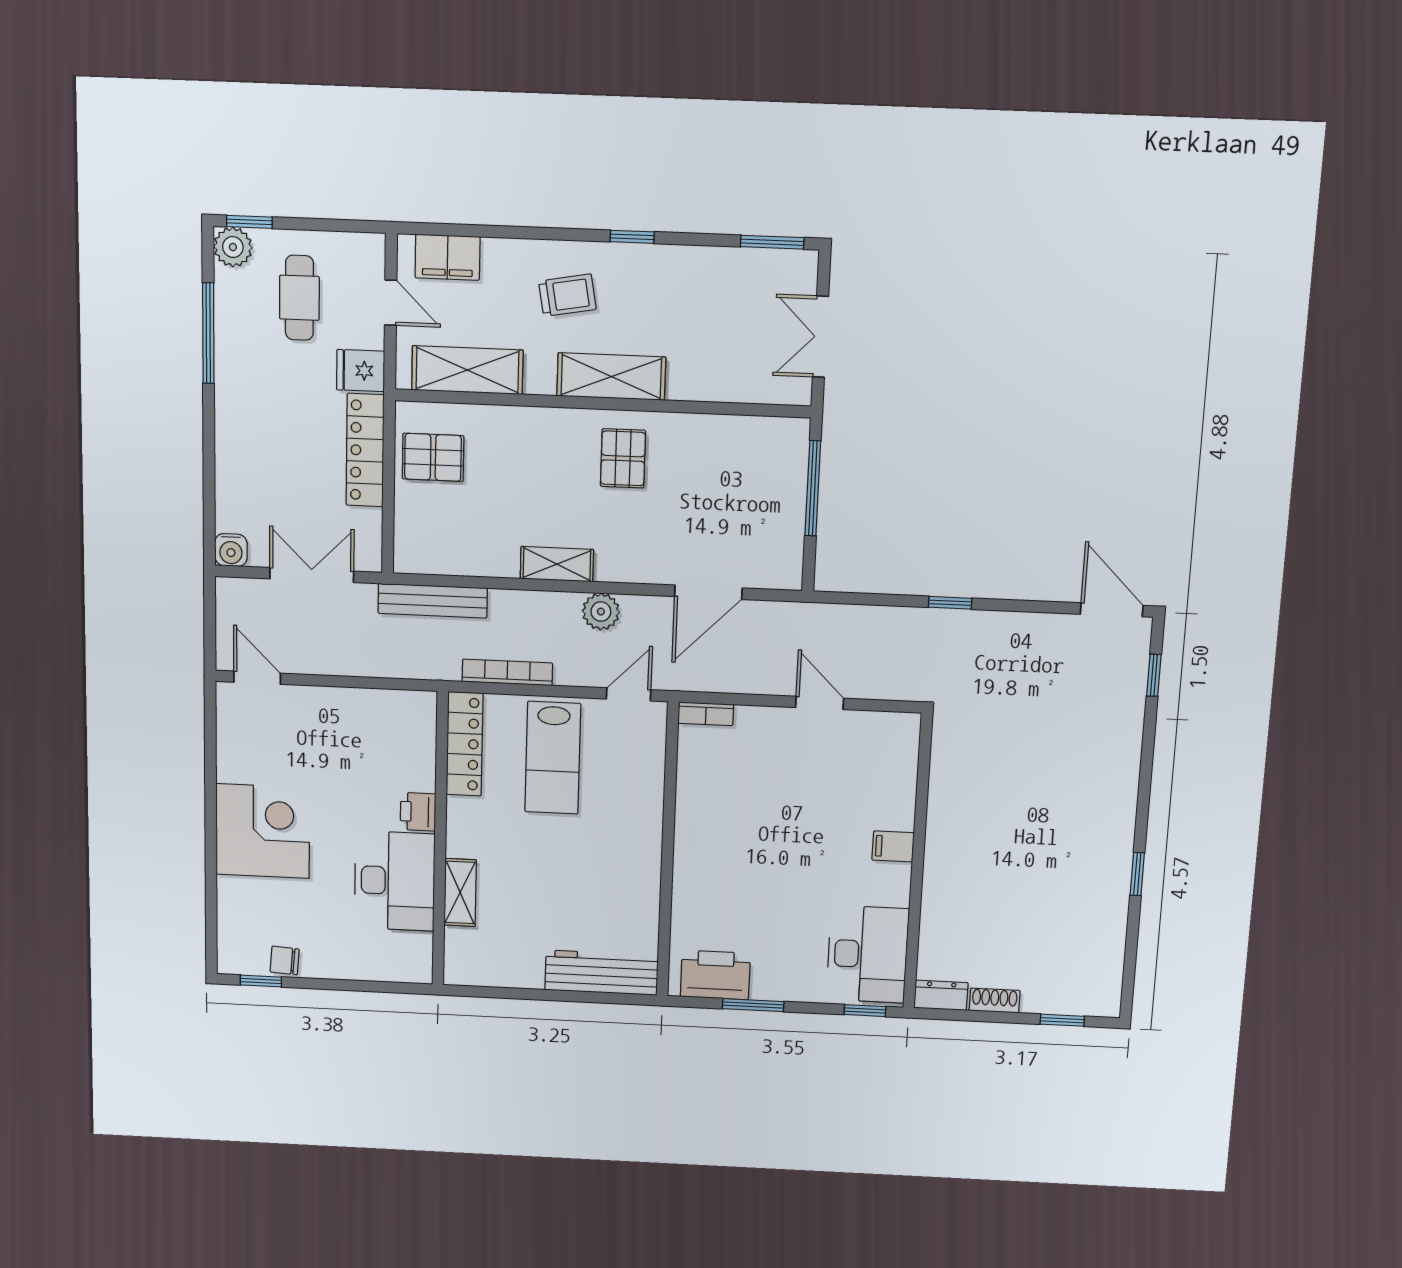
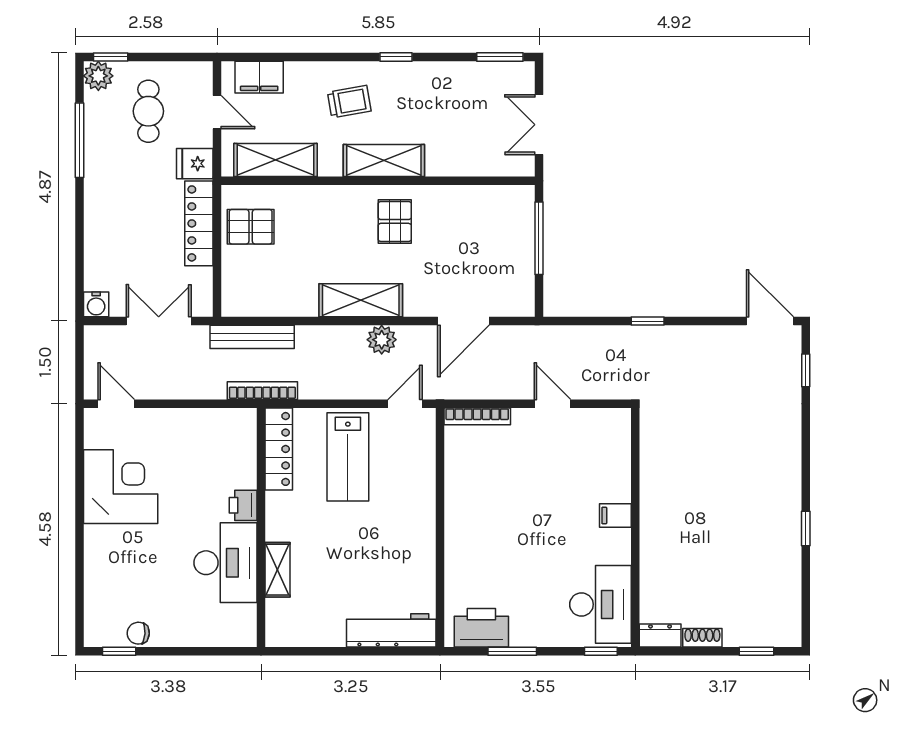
shelving: (557, 564) -> (361, 300), width x1.50, depth x1.33
bookcase: (507, 672) -> (262, 391), moved
bookcase: (706, 714) -> (477, 416), width x1.56
corner desk: (263, 831) -> (121, 487), moved

